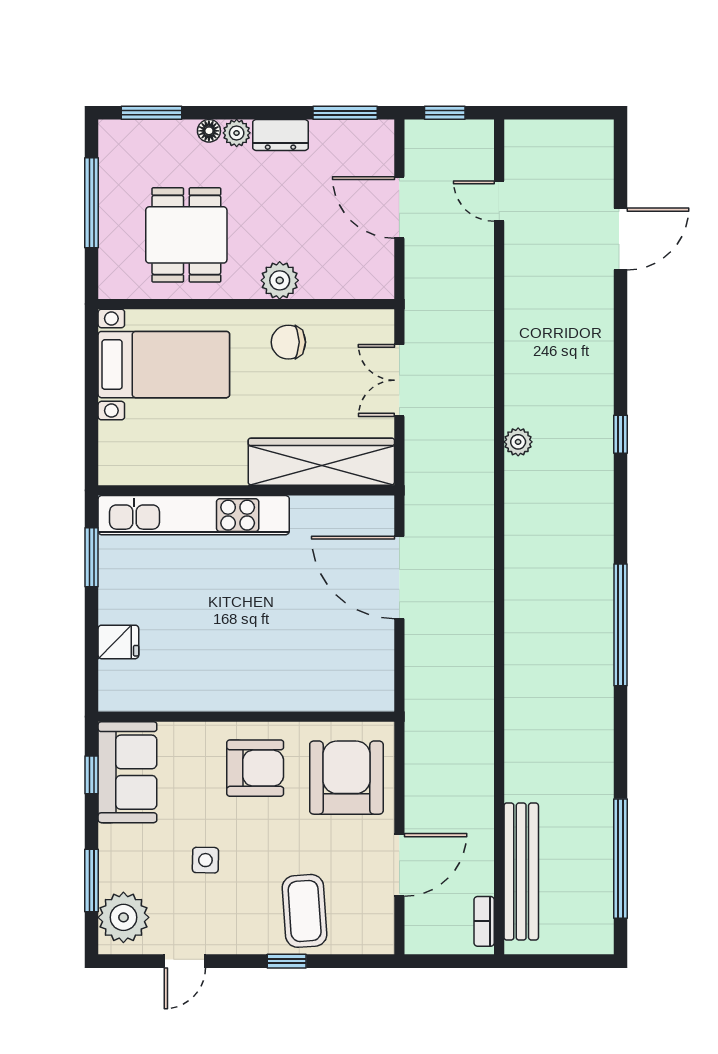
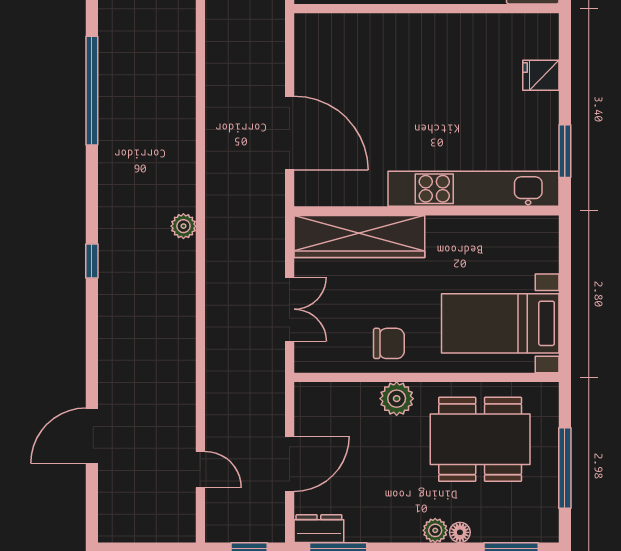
dresser: (280, 135) -> (319, 529), moved
door: (399, 208) -> (290, 464), hinge flipped
dining table: (186, 235) -> (480, 439), width x1.38
plant: (518, 442) -> (183, 226), moved

